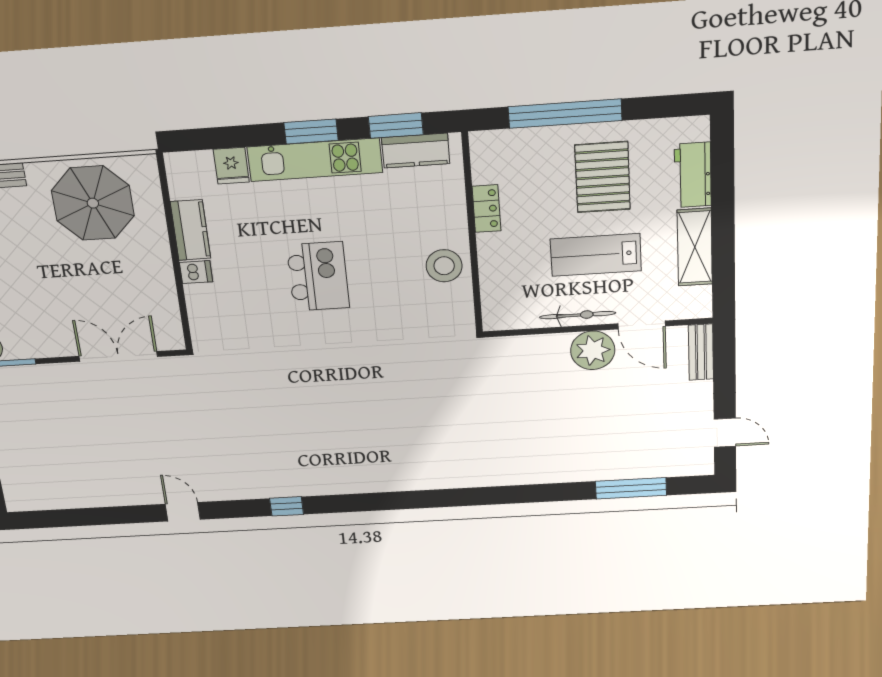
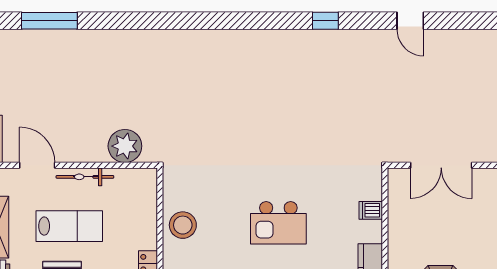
dishwasher: (196, 272) -> (371, 210), moved
kitchen island: (318, 276) -> (278, 223), turned -90
plant: (593, 350) -> (125, 146), moved

